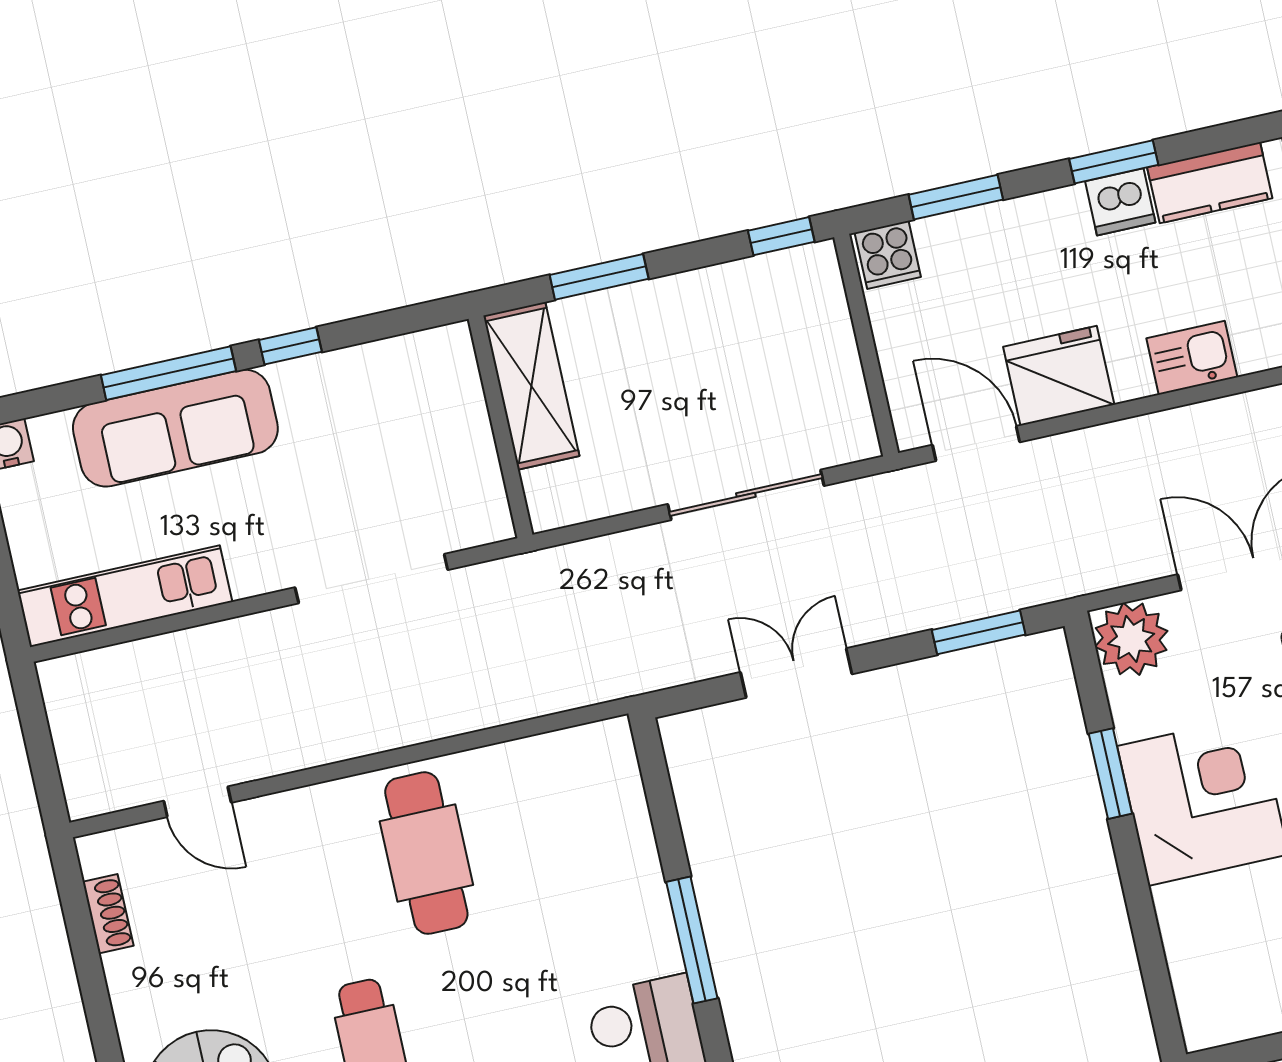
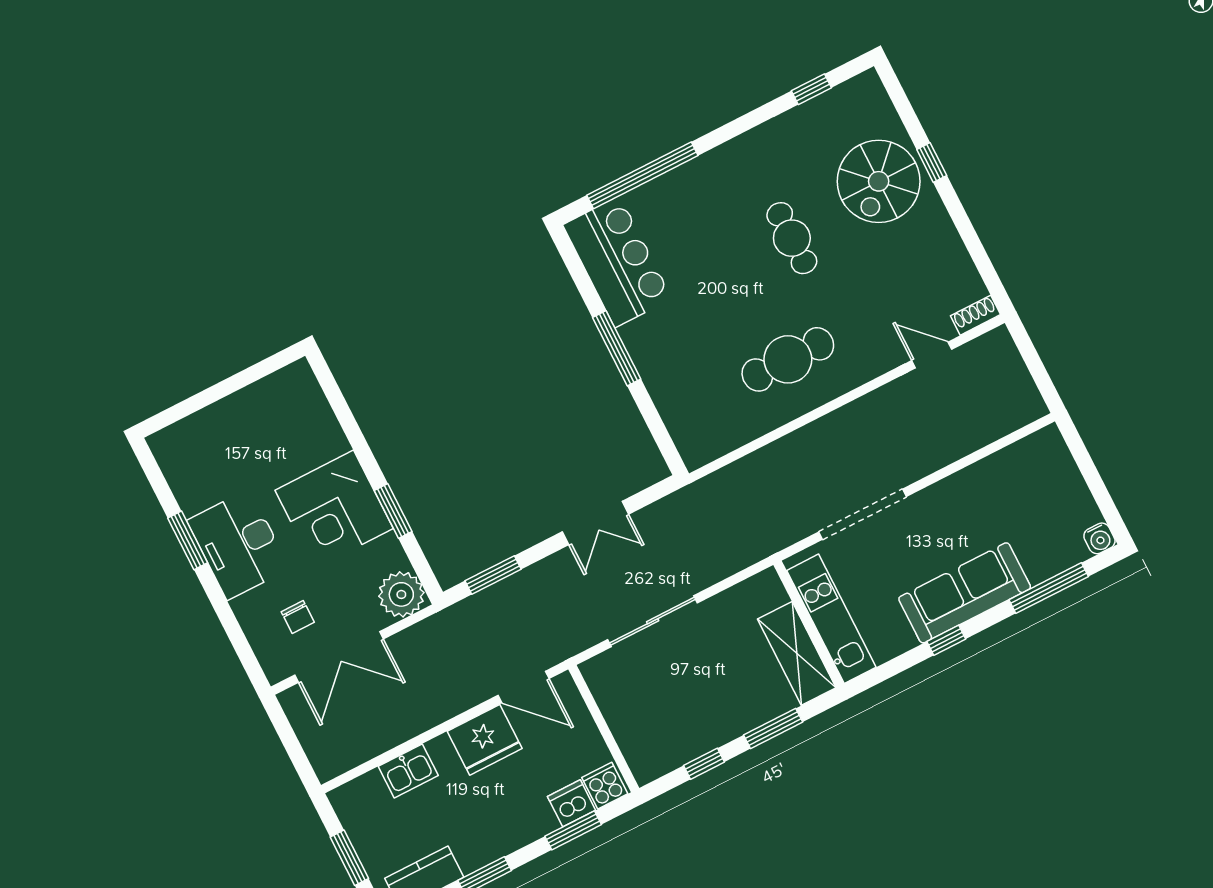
dishwasher: (1120, 202) -> (572, 803), moved
window: (781, 236) -> (704, 764), moved
window: (168, 373) -> (1049, 588), moved
sofa: (175, 428) -> (965, 593), moved
kitchen unit: (125, 596) -> (831, 619), moved, turned -90
cafe table: (426, 853) -> (788, 359), turned 90
shoe rack: (108, 914) -> (975, 315), moved, turned 90

